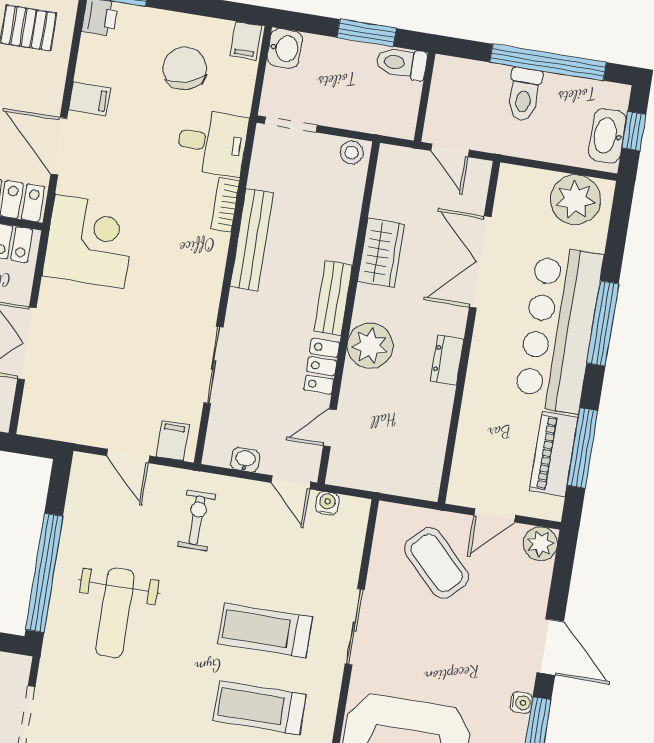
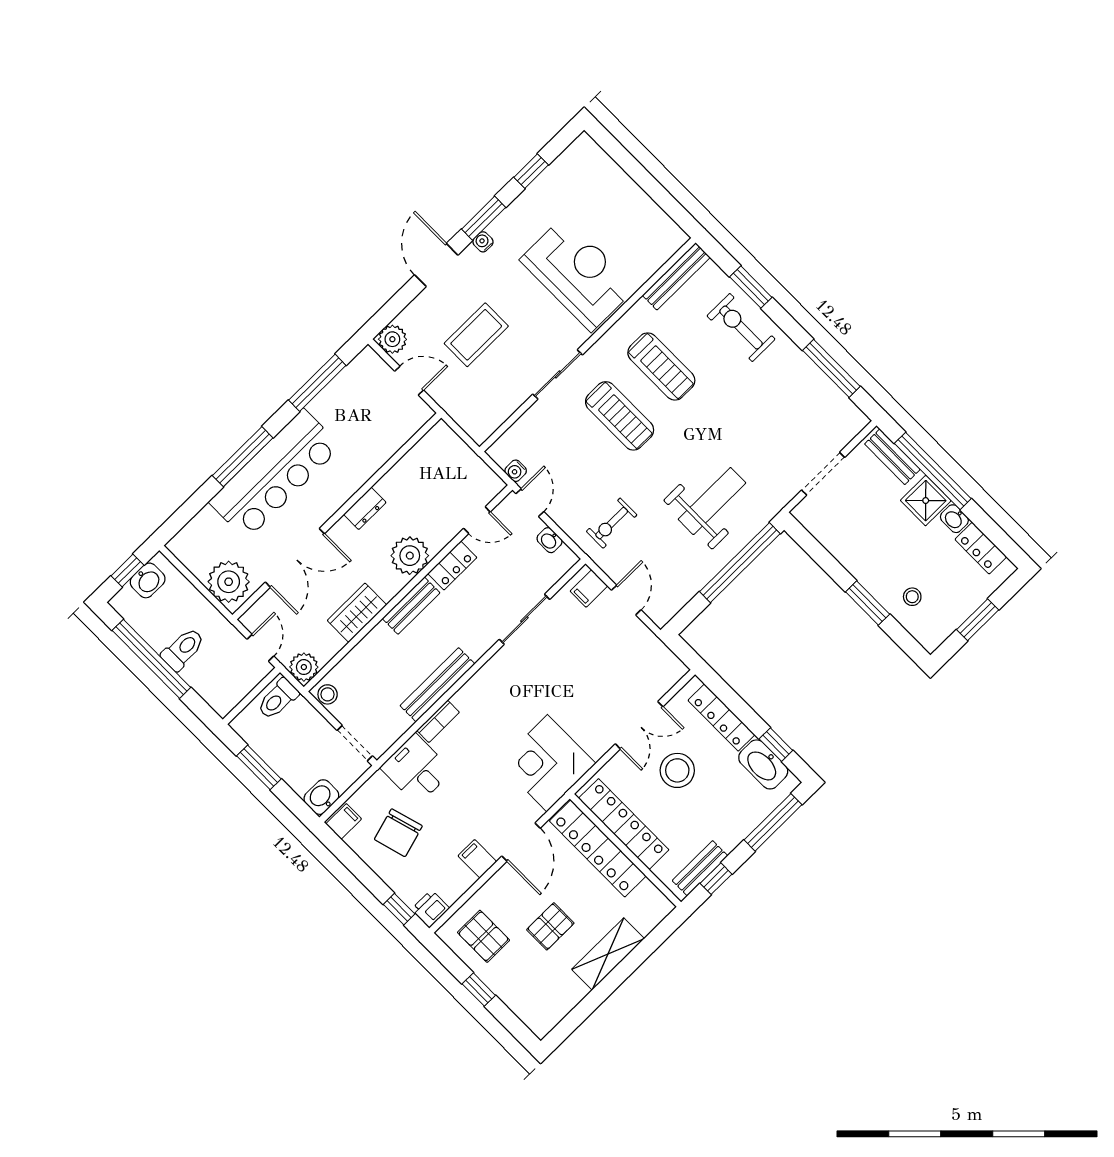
toilet: (401, 63) -> (278, 699), moved, turned 90
washbasin: (607, 136) -> (148, 580), width x0.72
plant: (394, 162) -> (304, 667), added
plant: (575, 200) -> (229, 582), moved
piano: (554, 454) -> (339, 393), removed
coffee table: (437, 563) -> (476, 335), moved, turned 45

